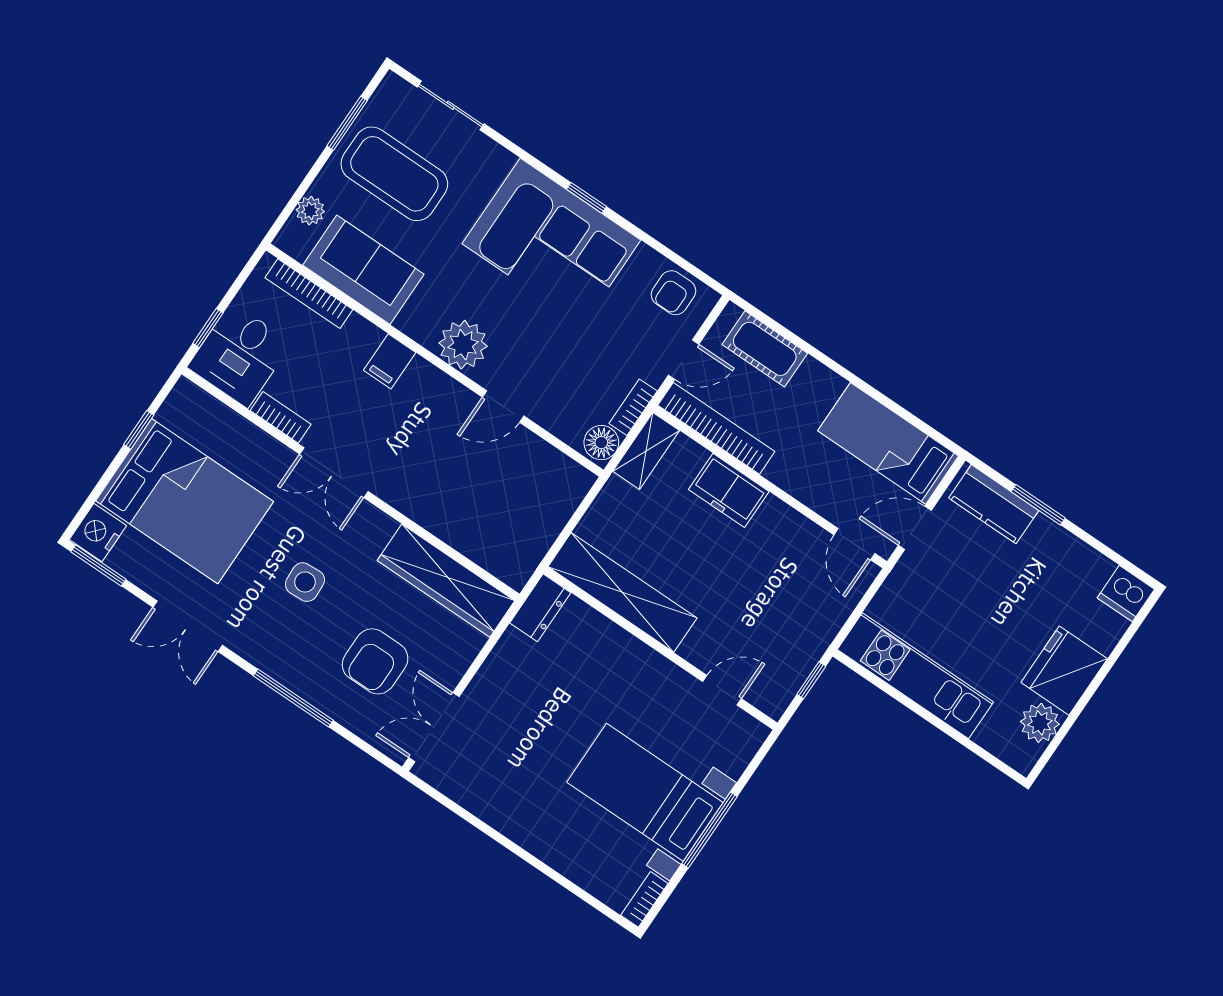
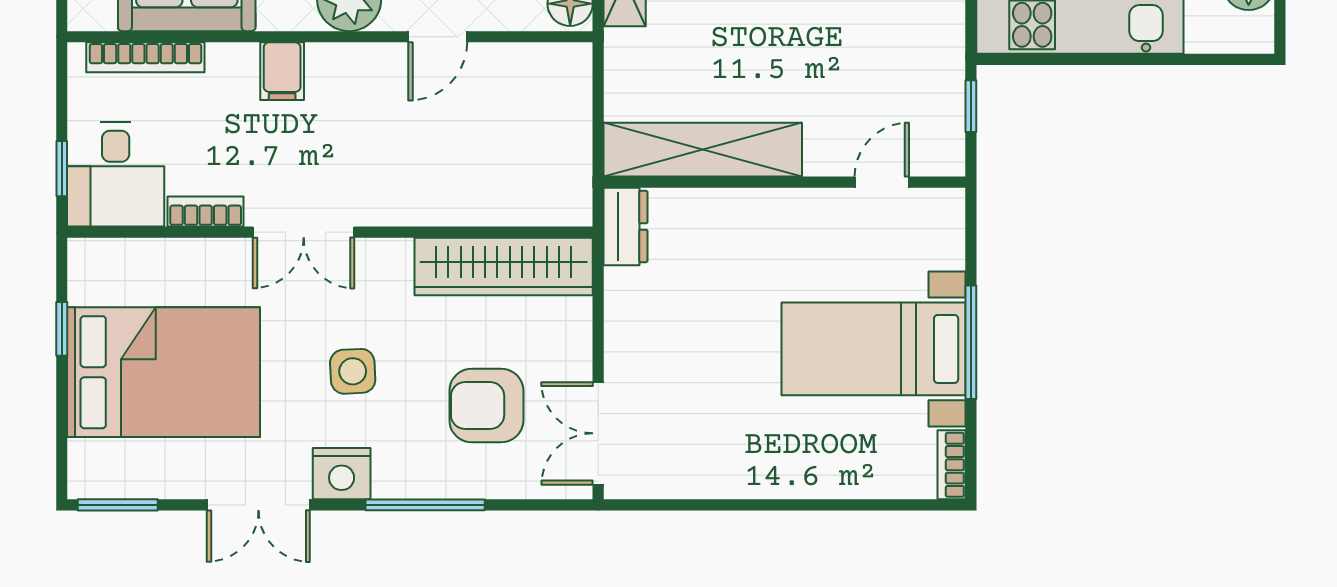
nightstand: (98, 533) -> (342, 474), moved, turned -90
armchair: (375, 661) -> (486, 405), turned 90

